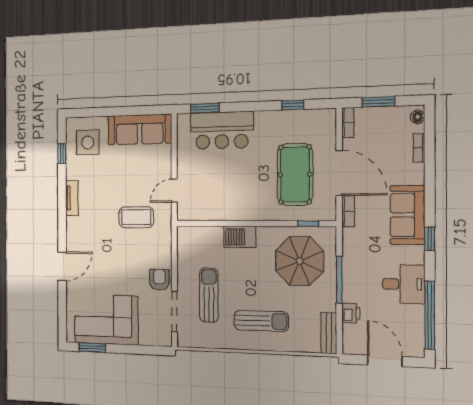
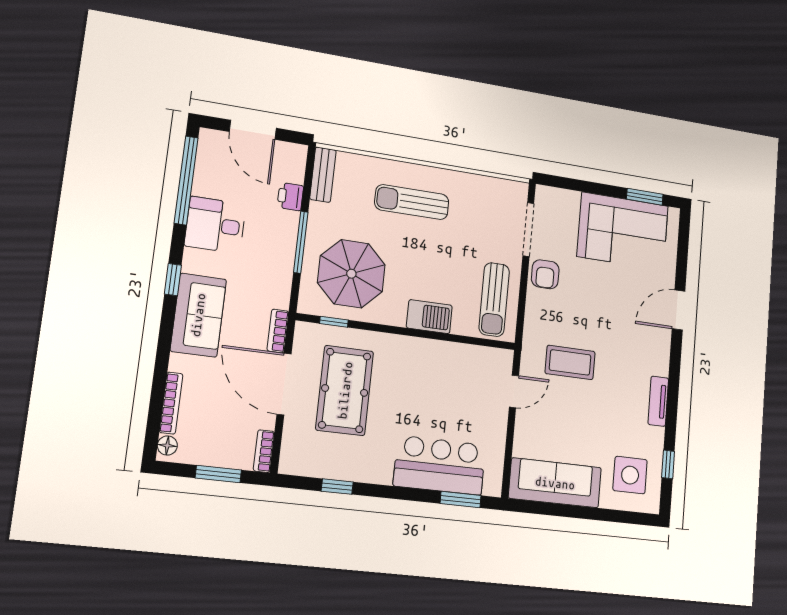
bookcase: (419, 148) -> (171, 403), width x1.56
sun lounger: (209, 295) -> (494, 299), moved

